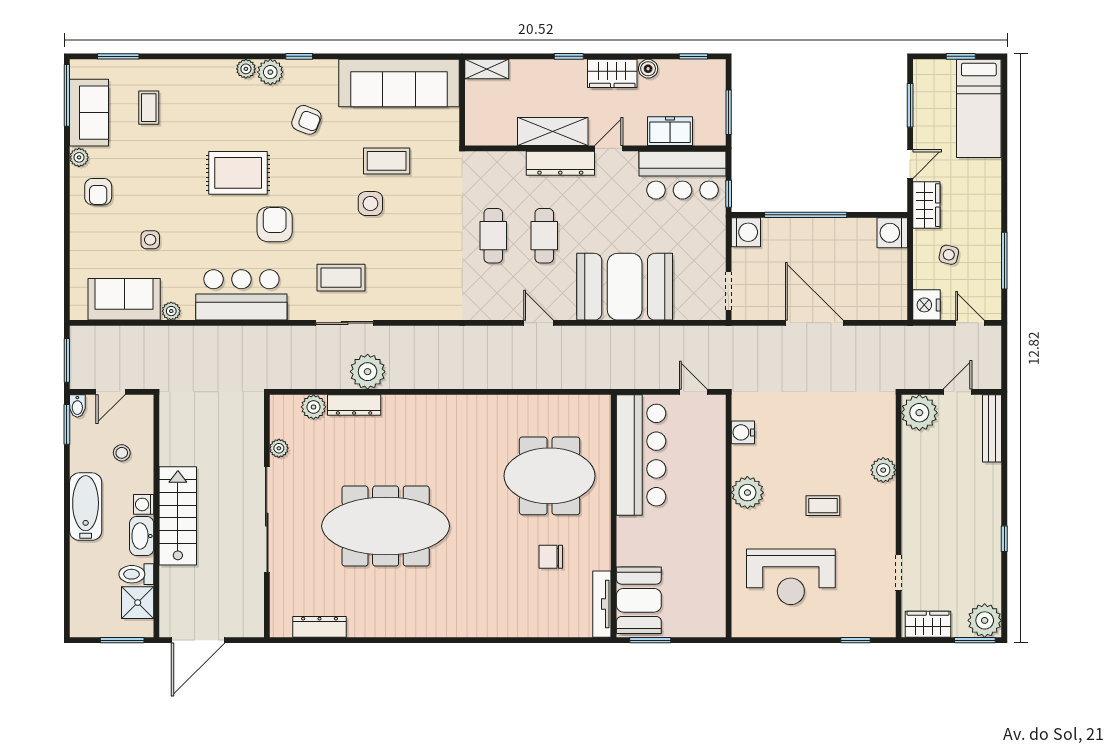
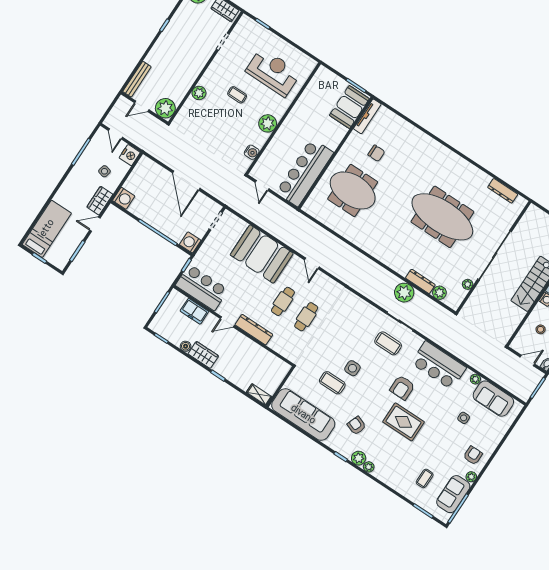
shelving: (553, 132) -> (248, 346), removed

